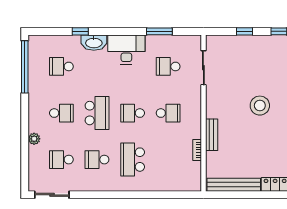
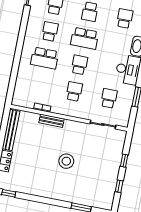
school desk: (168, 113) -> (74, 91), turned 180
school desk: (133, 160) -> (45, 58), turned 180

